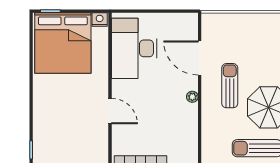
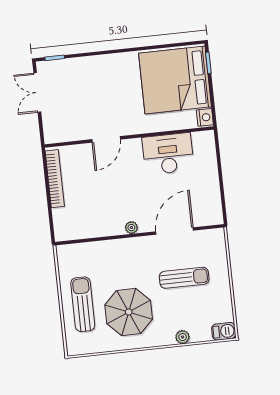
desk: (134, 48) -> (168, 154), width x0.73, depth x0.77
sun lounger: (230, 86) -> (184, 278), moved

